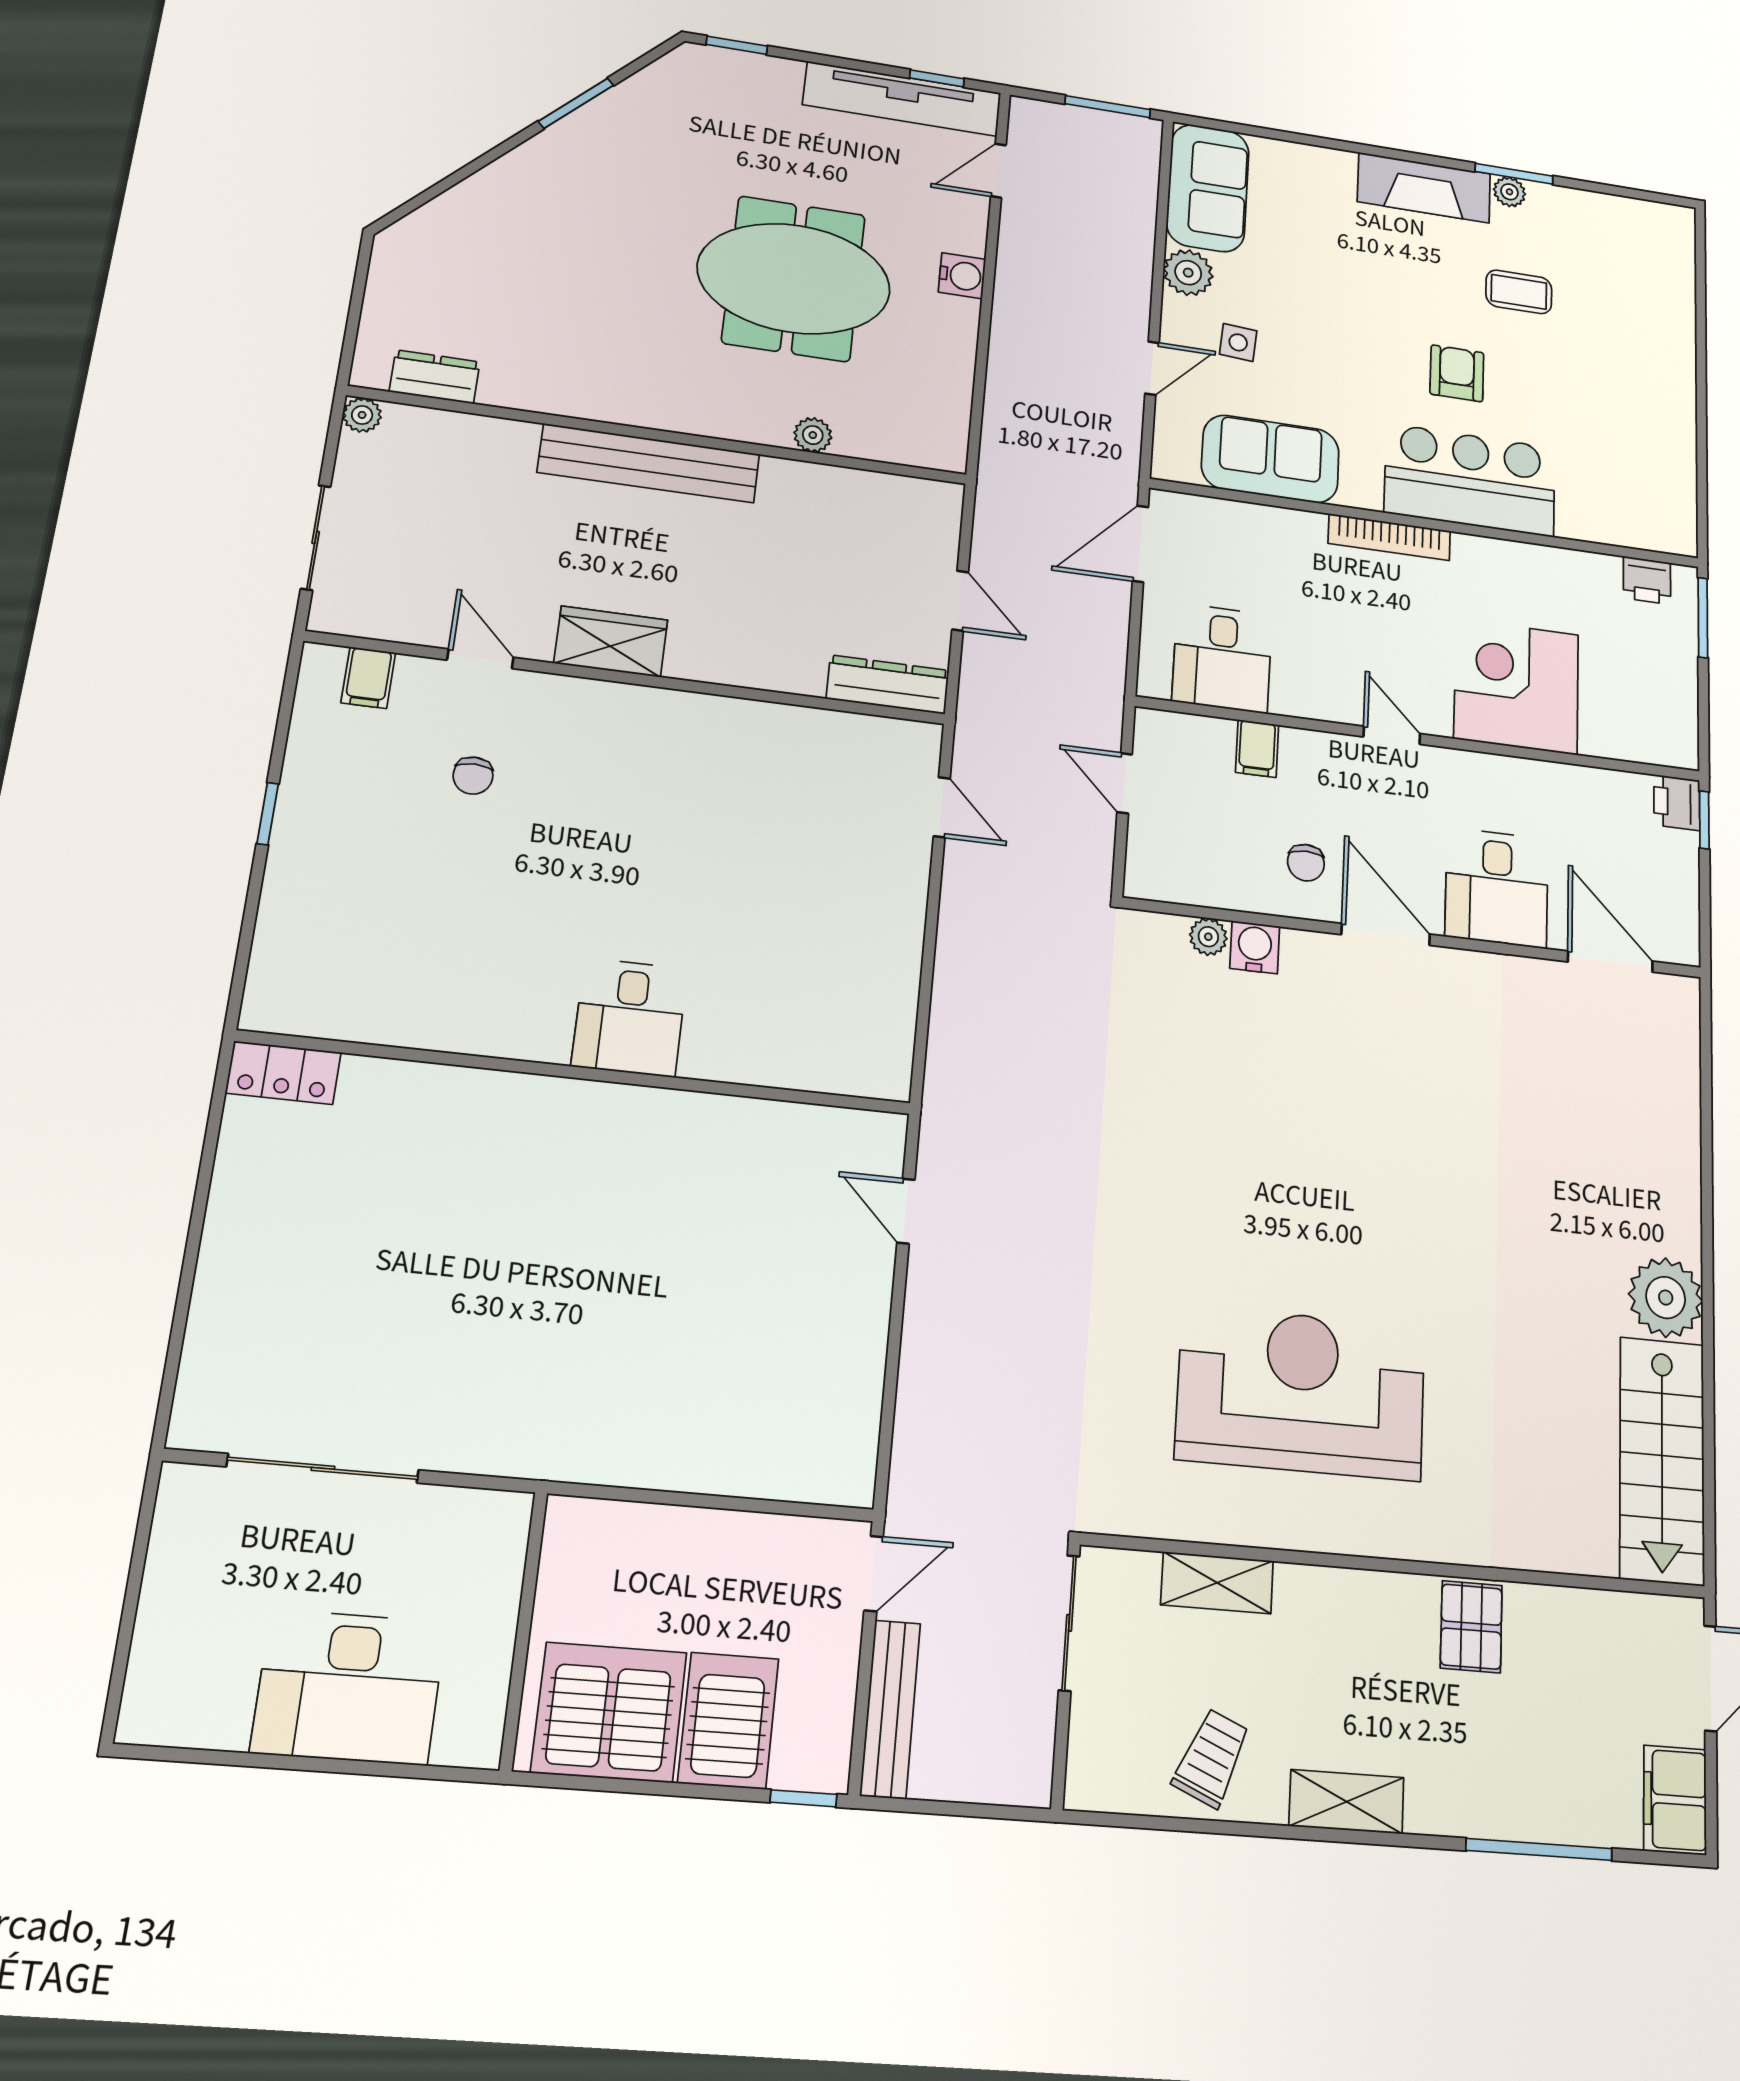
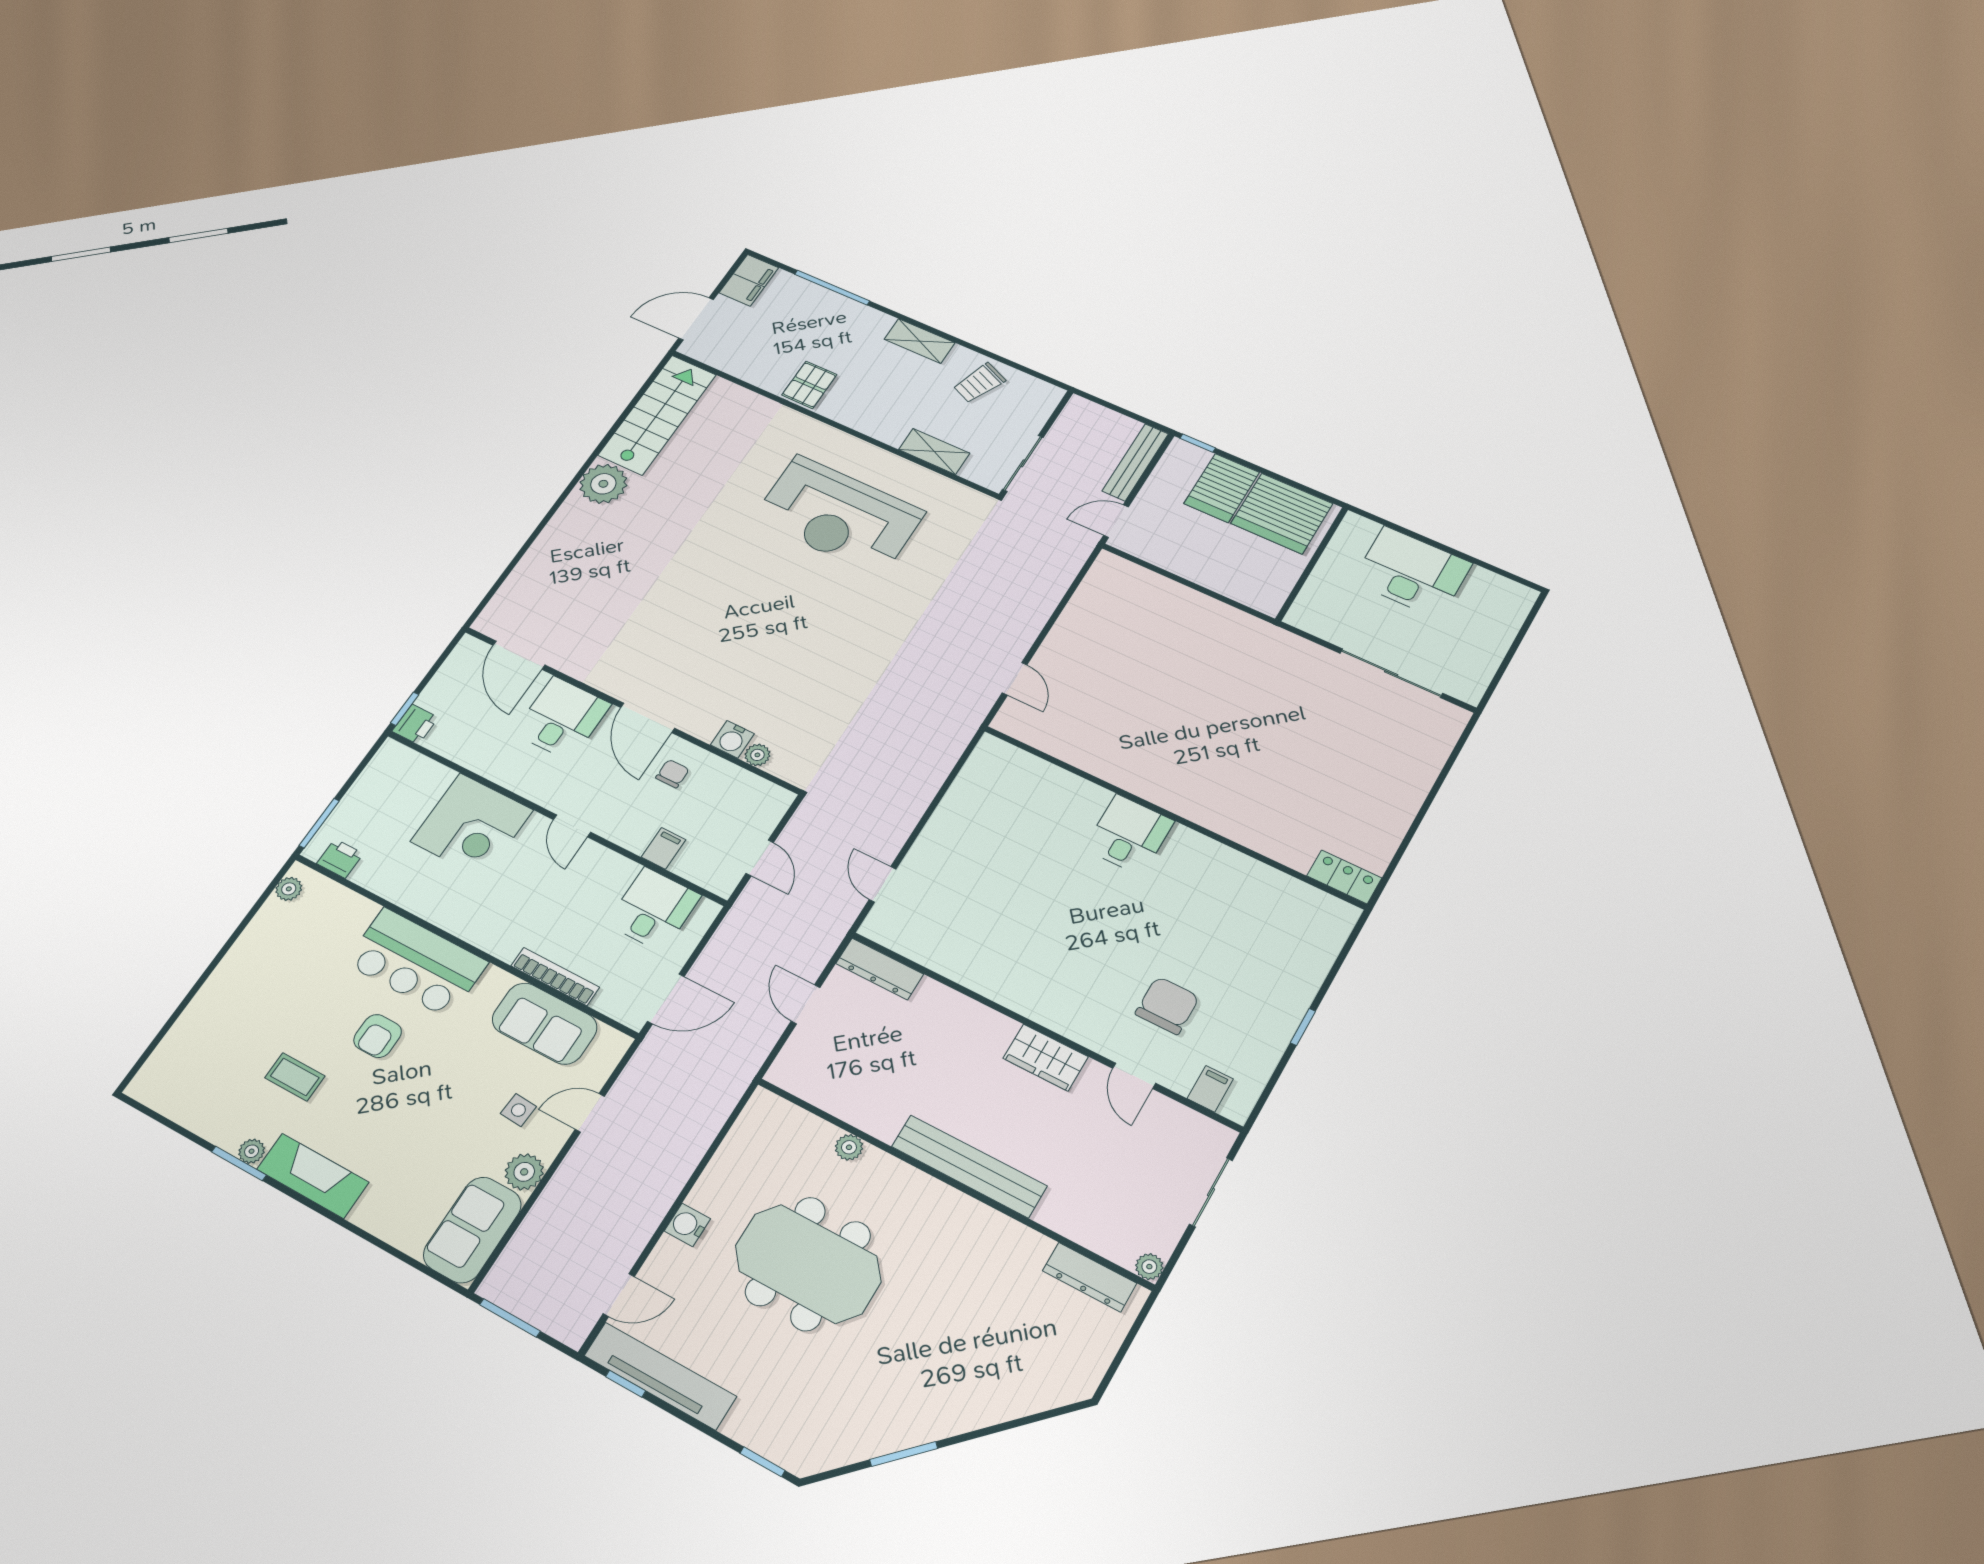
dresser: (435, 377) -> (1090, 1277), width x1.44
plant: (1681, 518) -> (289, 889), added
bookcase: (1389, 537) -> (555, 977), moved
chair: (473, 776) -> (1167, 1005), width x1.87, depth x1.87

